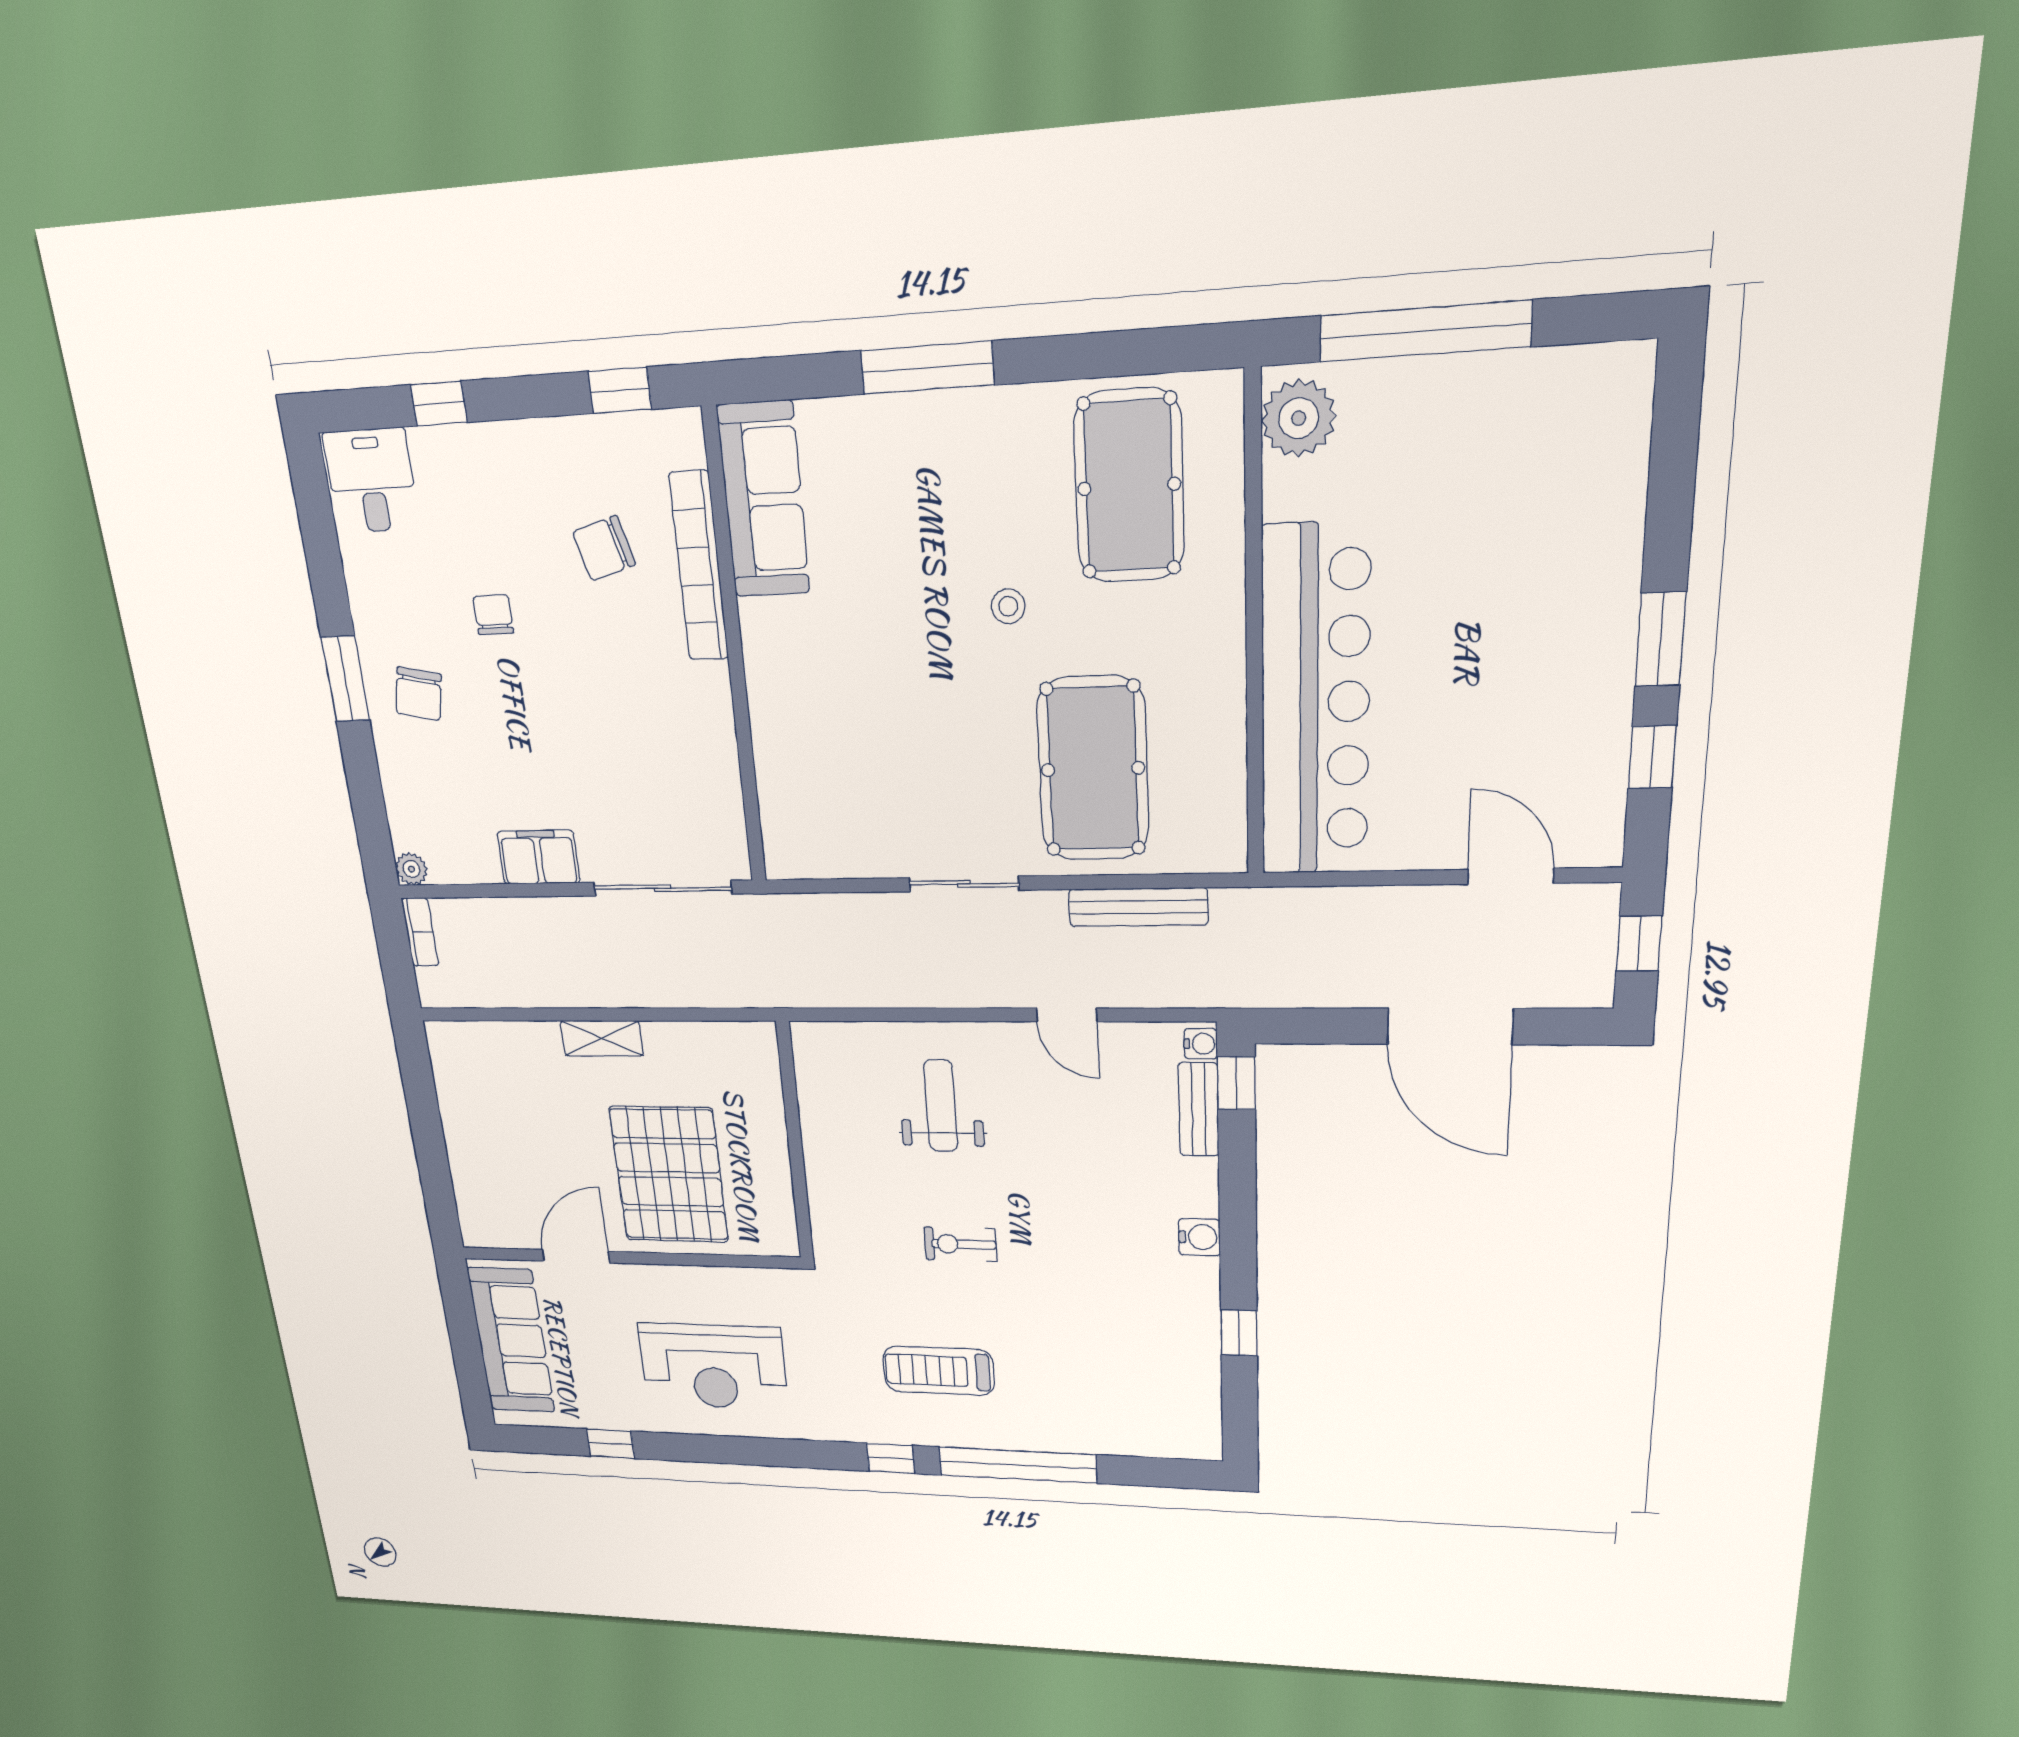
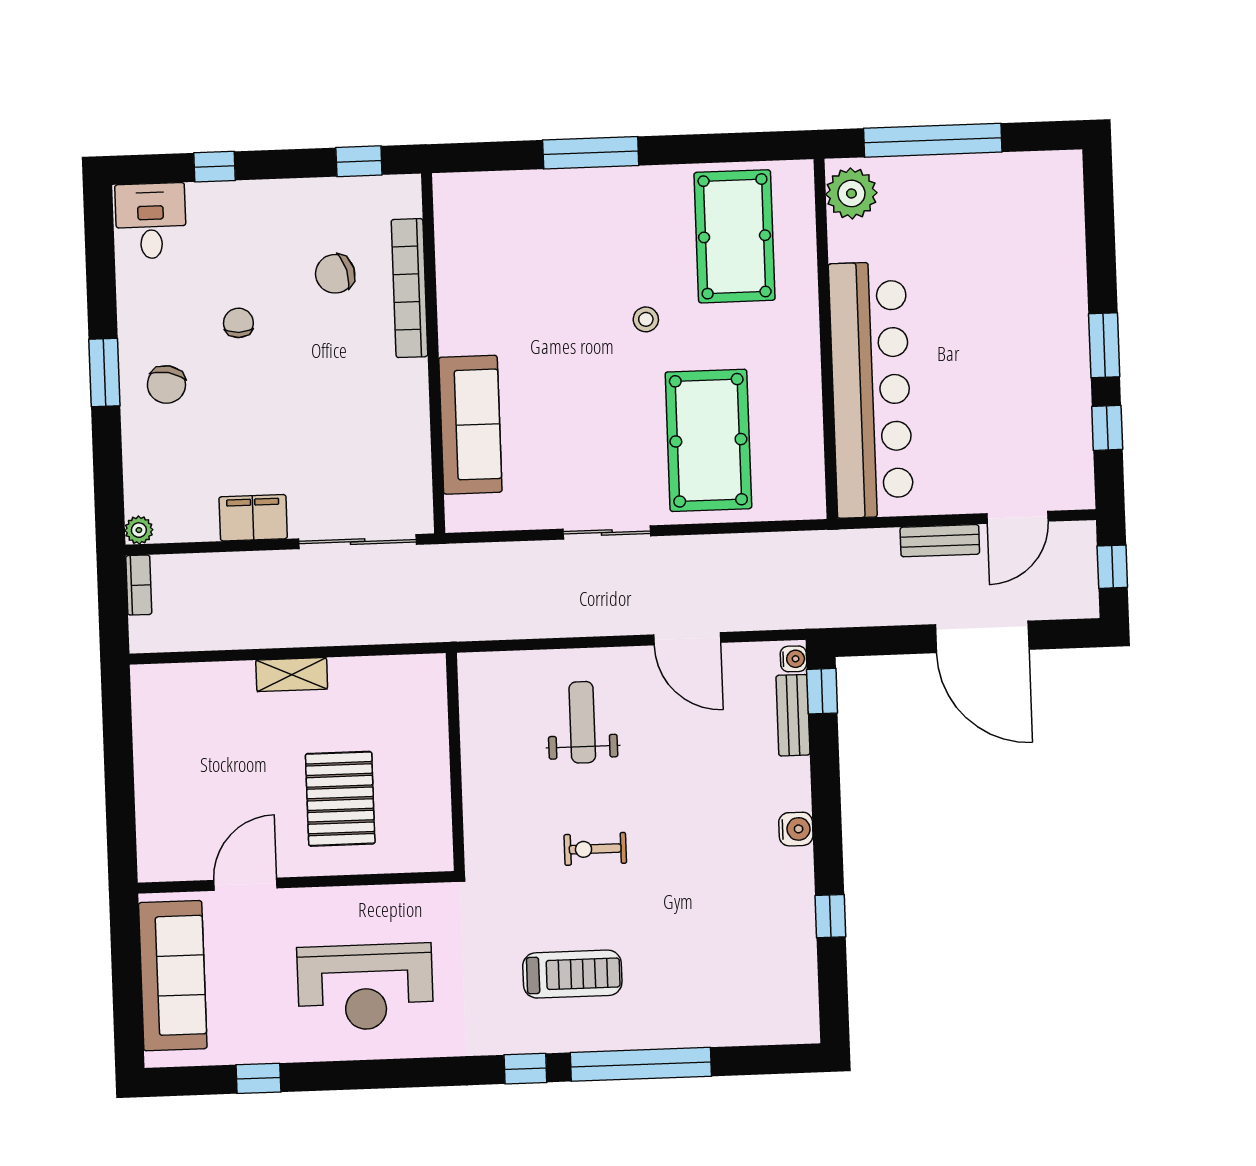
sofa: (764, 500) -> (470, 425), moved
door: (1510, 876) -> (1017, 517), swing flipped
bench: (1138, 907) -> (940, 541), moved, width x0.73
door: (1067, 1015) -> (687, 639), width x1.38
pallet: (669, 1175) -> (340, 799), width x0.73, depth x0.71
treadmill: (939, 1371) -> (572, 974), turned 180

